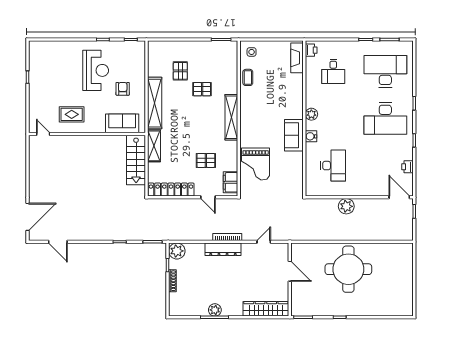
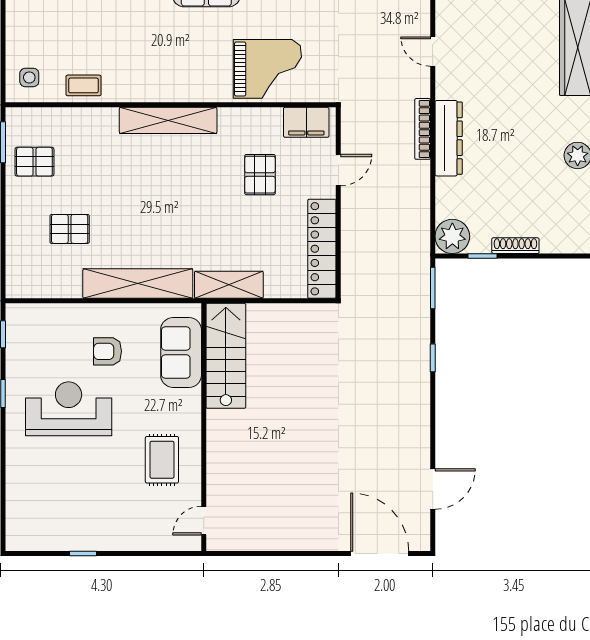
pallet: (202, 89) -> (34, 162), moved, turned 90
stairs: (136, 160) -> (226, 356), moved, turned -90

